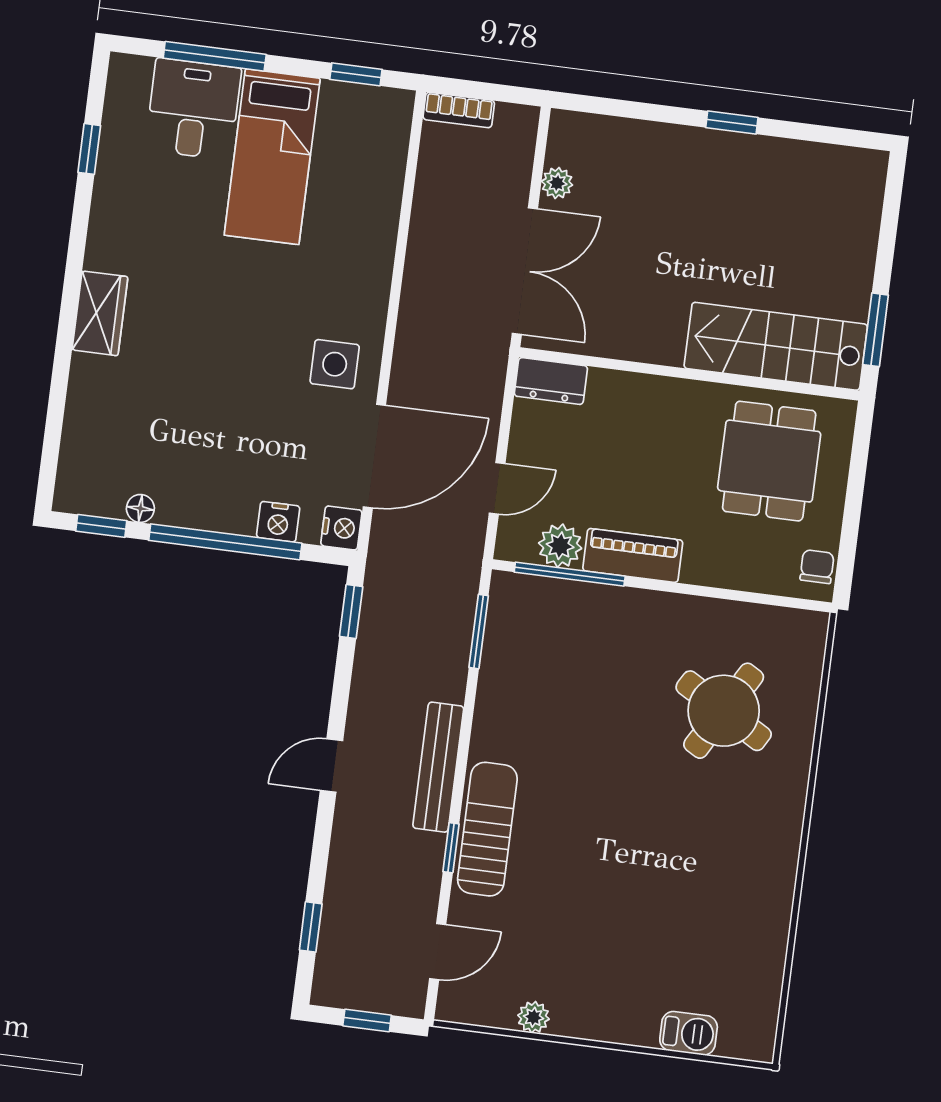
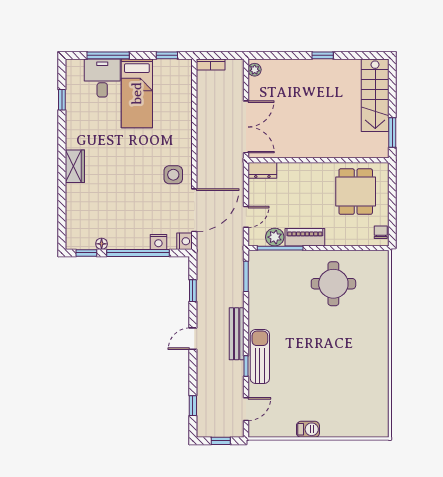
plant: (557, 183) -> (255, 70), moved
stairs: (776, 346) -> (375, 95), moved, turned -90
window: (351, 611) -> (193, 291), moved
round table: (724, 711) -> (333, 284), moved, turned -30
plant: (533, 1017) -> (289, 431), removed
barbecue: (689, 1033) -> (308, 429), moved

